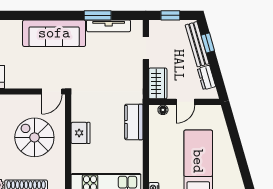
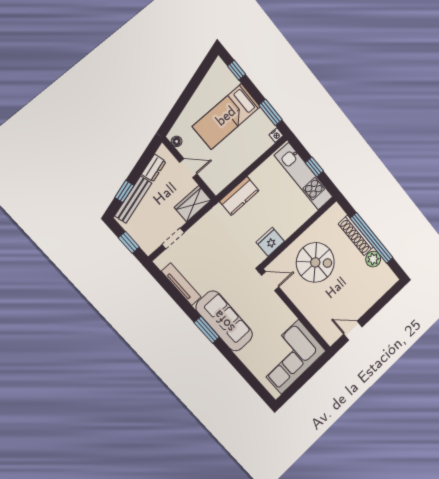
window: (98, 15) -> (207, 330), moved
floor lamp: (163, 110) -> (177, 141), moved
fridge: (80, 133) -> (270, 242), moved
spiral stairs: (34, 137) -> (315, 262), turned -90

